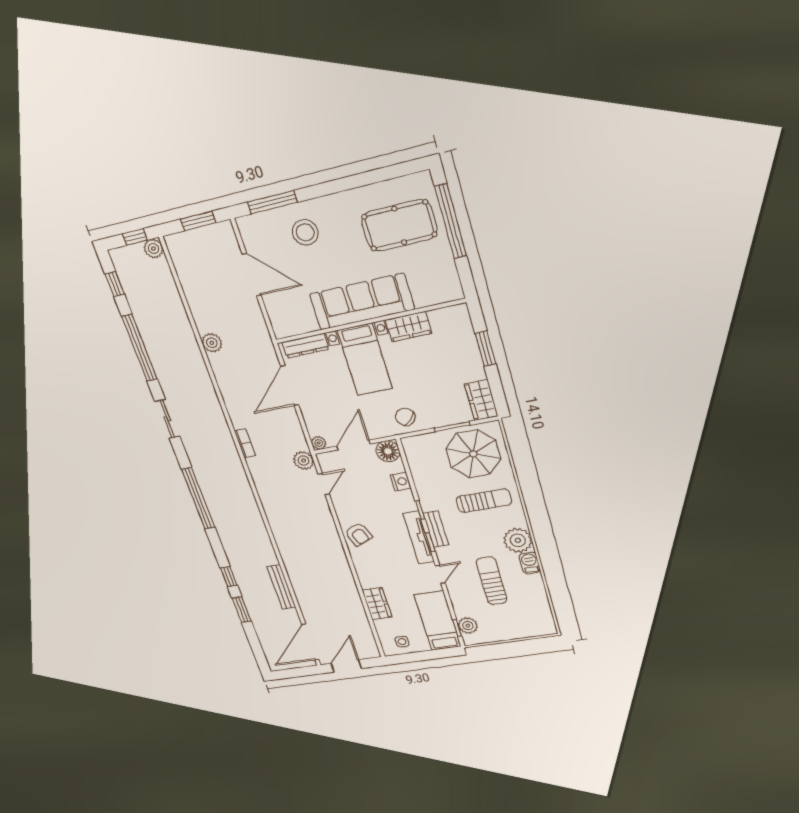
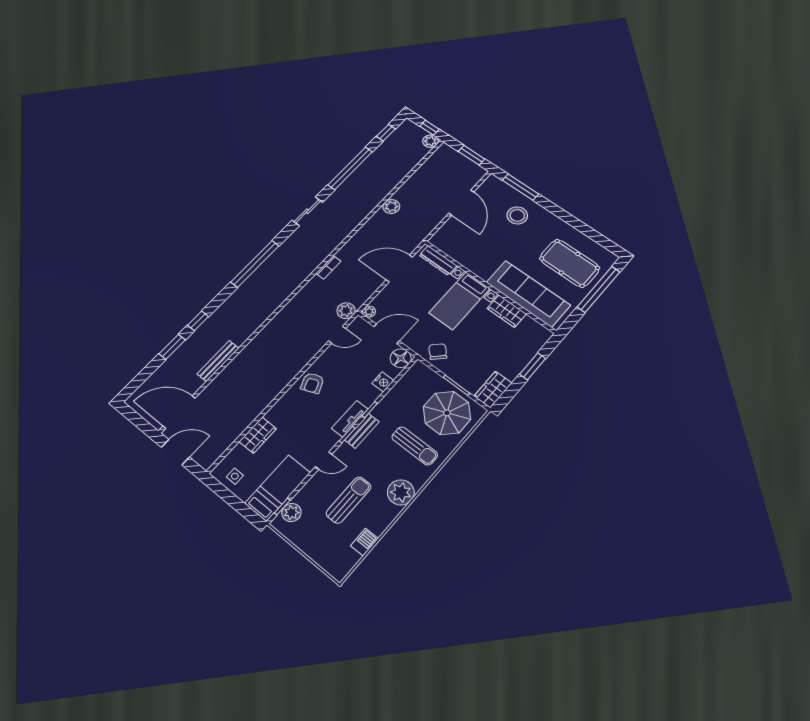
sofa: (362, 302) -> (528, 294), moved
tv unit: (419, 538) -> (350, 419), width x0.71
barbecue: (530, 563) -> (364, 542), moved

